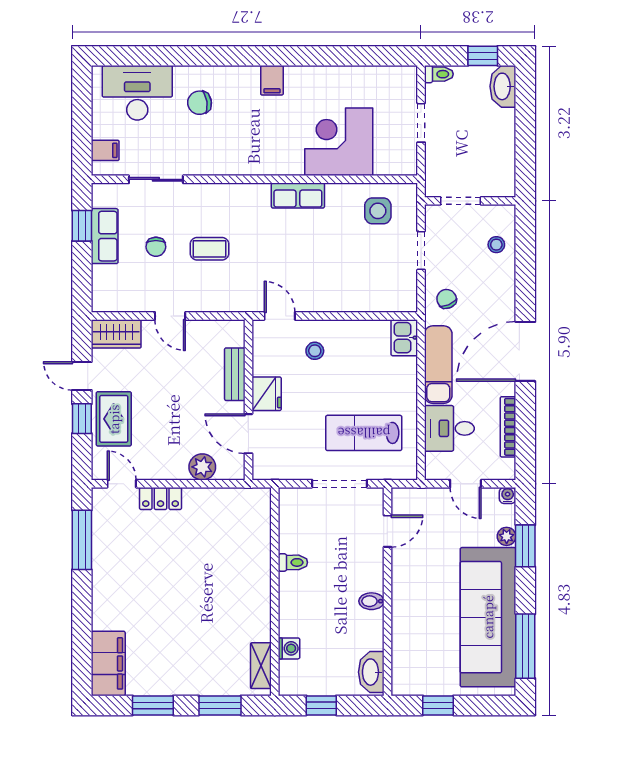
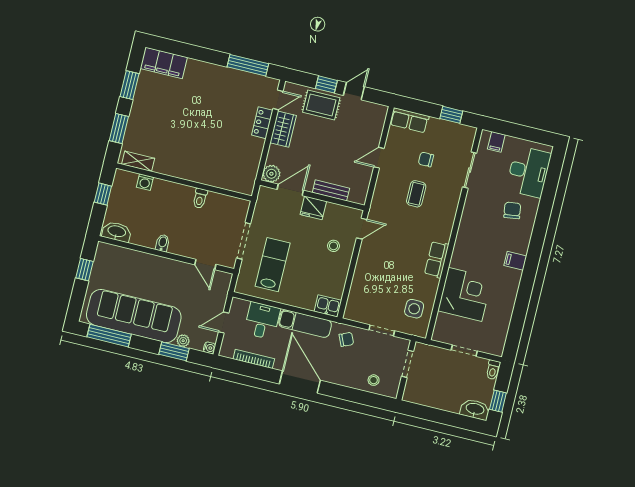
row of seats: (105, 236) -> (409, 120), moved
wardrobe: (116, 334) -> (283, 129), moved, turned 180
plant: (202, 467) -> (271, 174), moved

